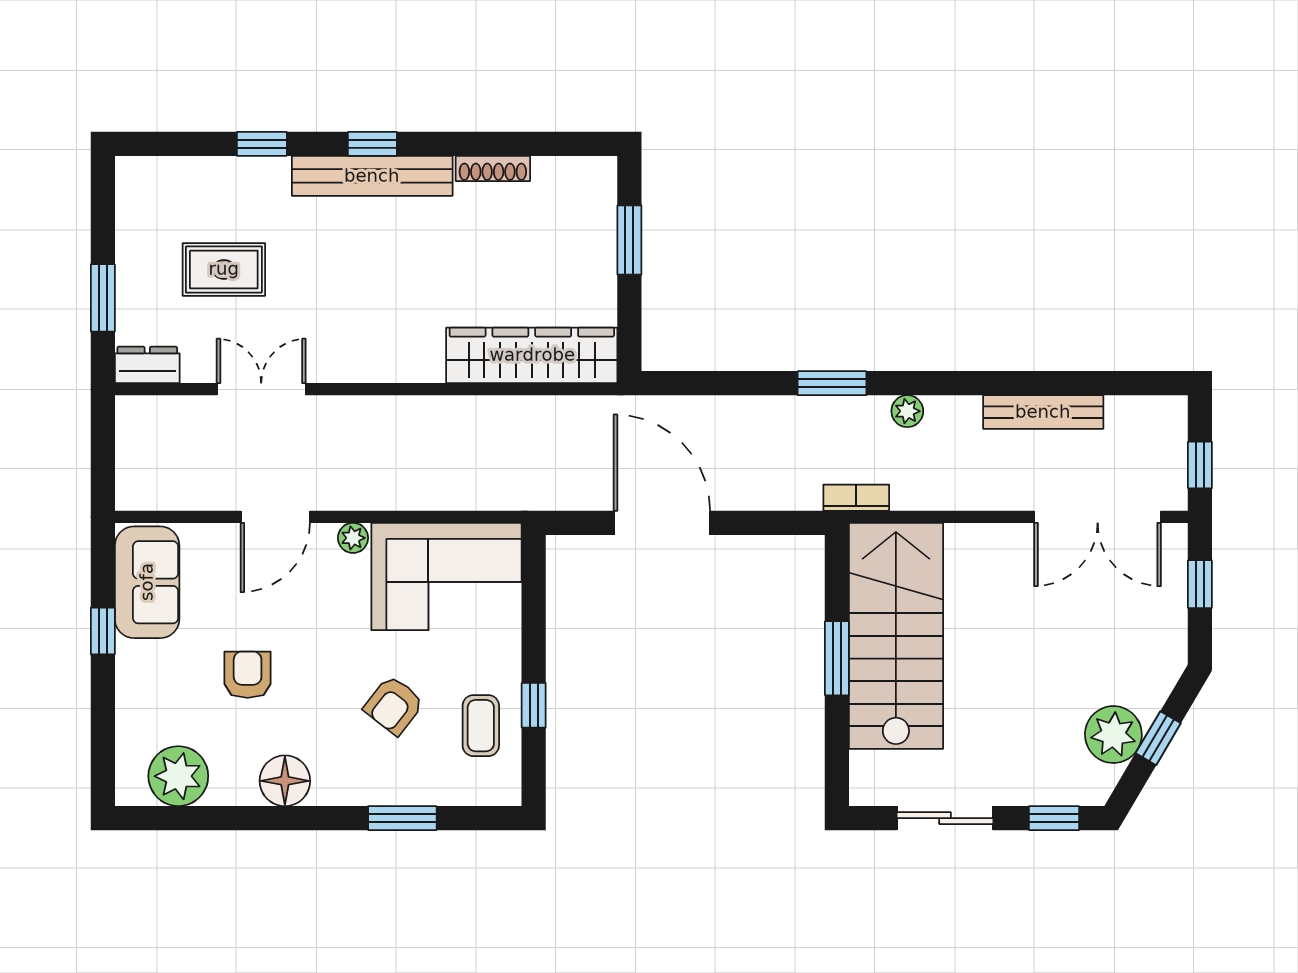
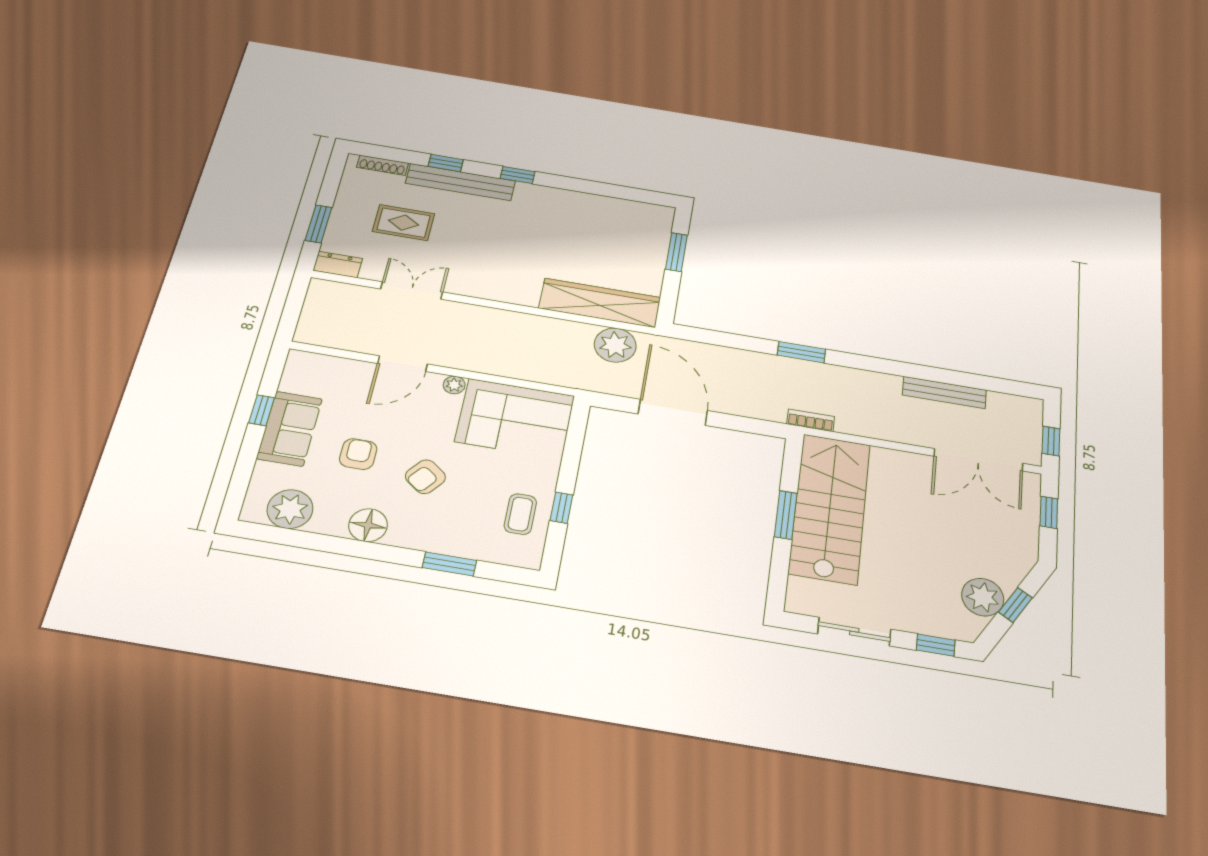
shoe rack: (493, 168) -> (382, 165), moved
bench: (372, 176) -> (460, 182), moved
plant: (907, 411) -> (615, 345), moved, width x1.87, depth x1.87
sofa: (147, 582) -> (289, 429), moved
armchair: (394, 705) -> (425, 477), moved

